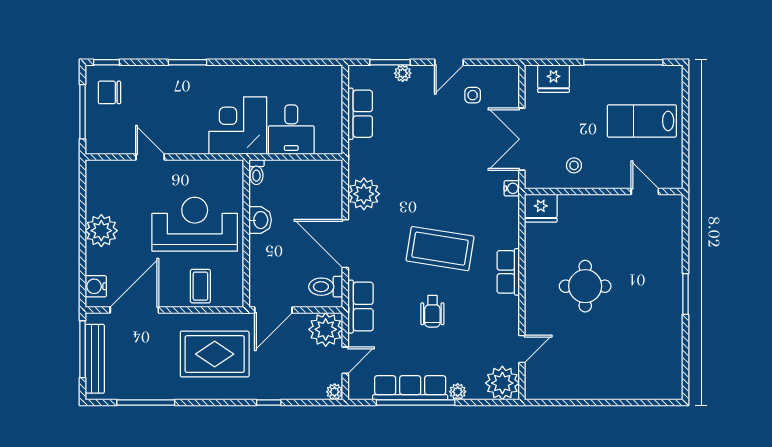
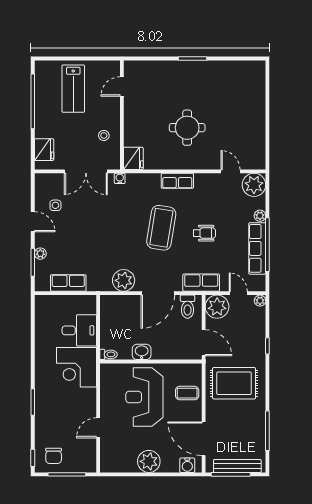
rug: (215, 354) -> (234, 383), turned 90

